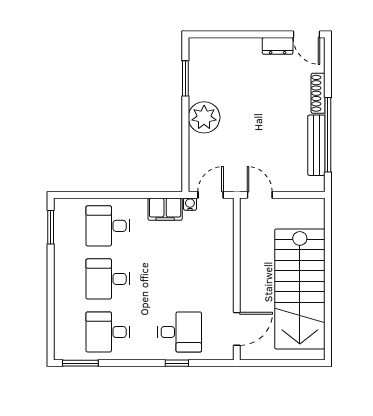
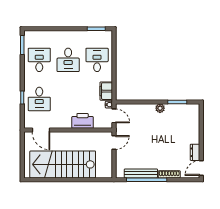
plant: (204, 117) -> (160, 108), width x0.53, depth x0.53
printer: (220, 252) -> (83, 121), added
desk: (108, 279) -> (68, 60), turned 180

